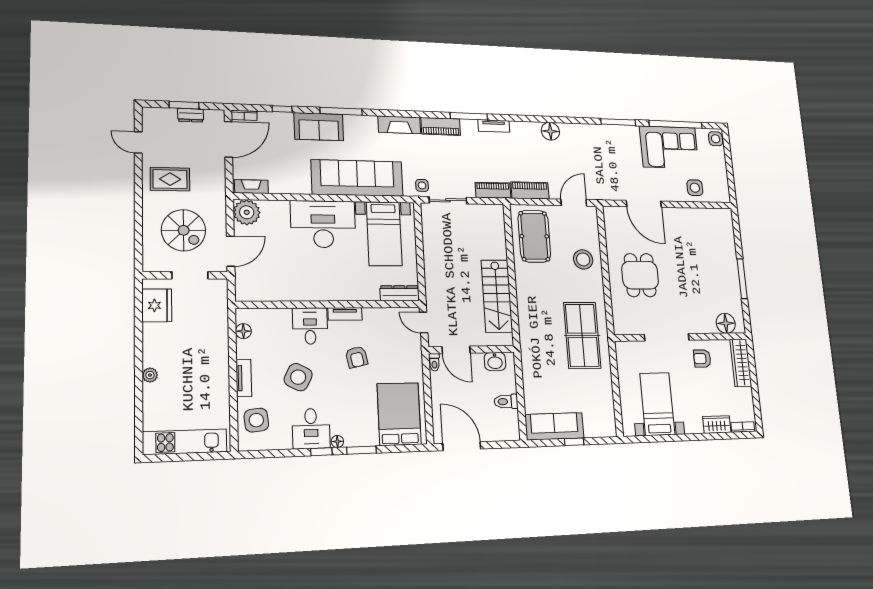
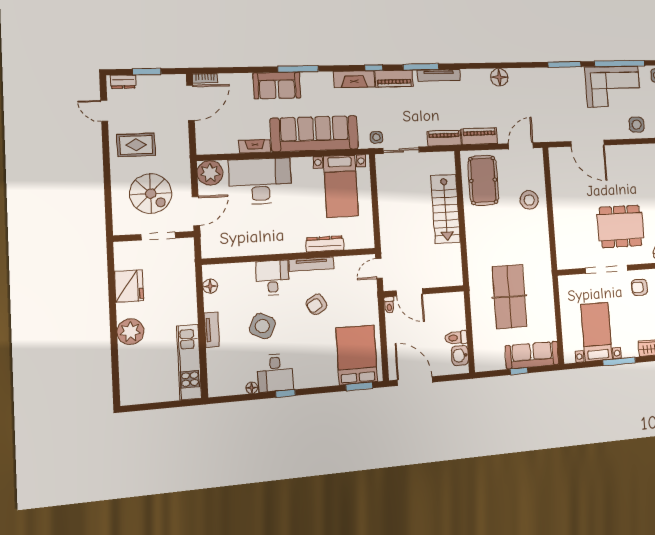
window: (282, 109) -> (374, 68), moved
dresser: (191, 115) -> (123, 82), moved
tv unit: (494, 126) -> (439, 75), width x1.41
fireplace: (251, 187) -> (255, 146), moved
desk: (323, 224) -> (260, 181), moved
dining table: (640, 275) -> (621, 226), moved, width x1.38
dresser: (400, 293) -> (325, 244), moved
stairs: (497, 296) -> (446, 209), moved
fridge: (157, 305) -> (129, 286), moved
tv unit: (345, 314) -> (311, 264), width x1.41
door: (424, 323) -> (379, 268), hinge flipped
table tennis table: (582, 335) -> (509, 297), moved
armchair: (357, 357) -> (317, 304), turned 72
washbasin: (495, 361) -> (460, 355), moved, turned 90
plant: (150, 375) -> (130, 332), width x1.88, depth x1.88
side table: (256, 420) -> (224, 368), removed
sofa: (554, 426) -> (532, 355), moved
window: (683, 438) -> (619, 361), added
floor lamp: (337, 441) -> (252, 388), moved
kitchen unit: (185, 442) -> (189, 362), moved, turned -90
window: (361, 450) -> (359, 386), moved

